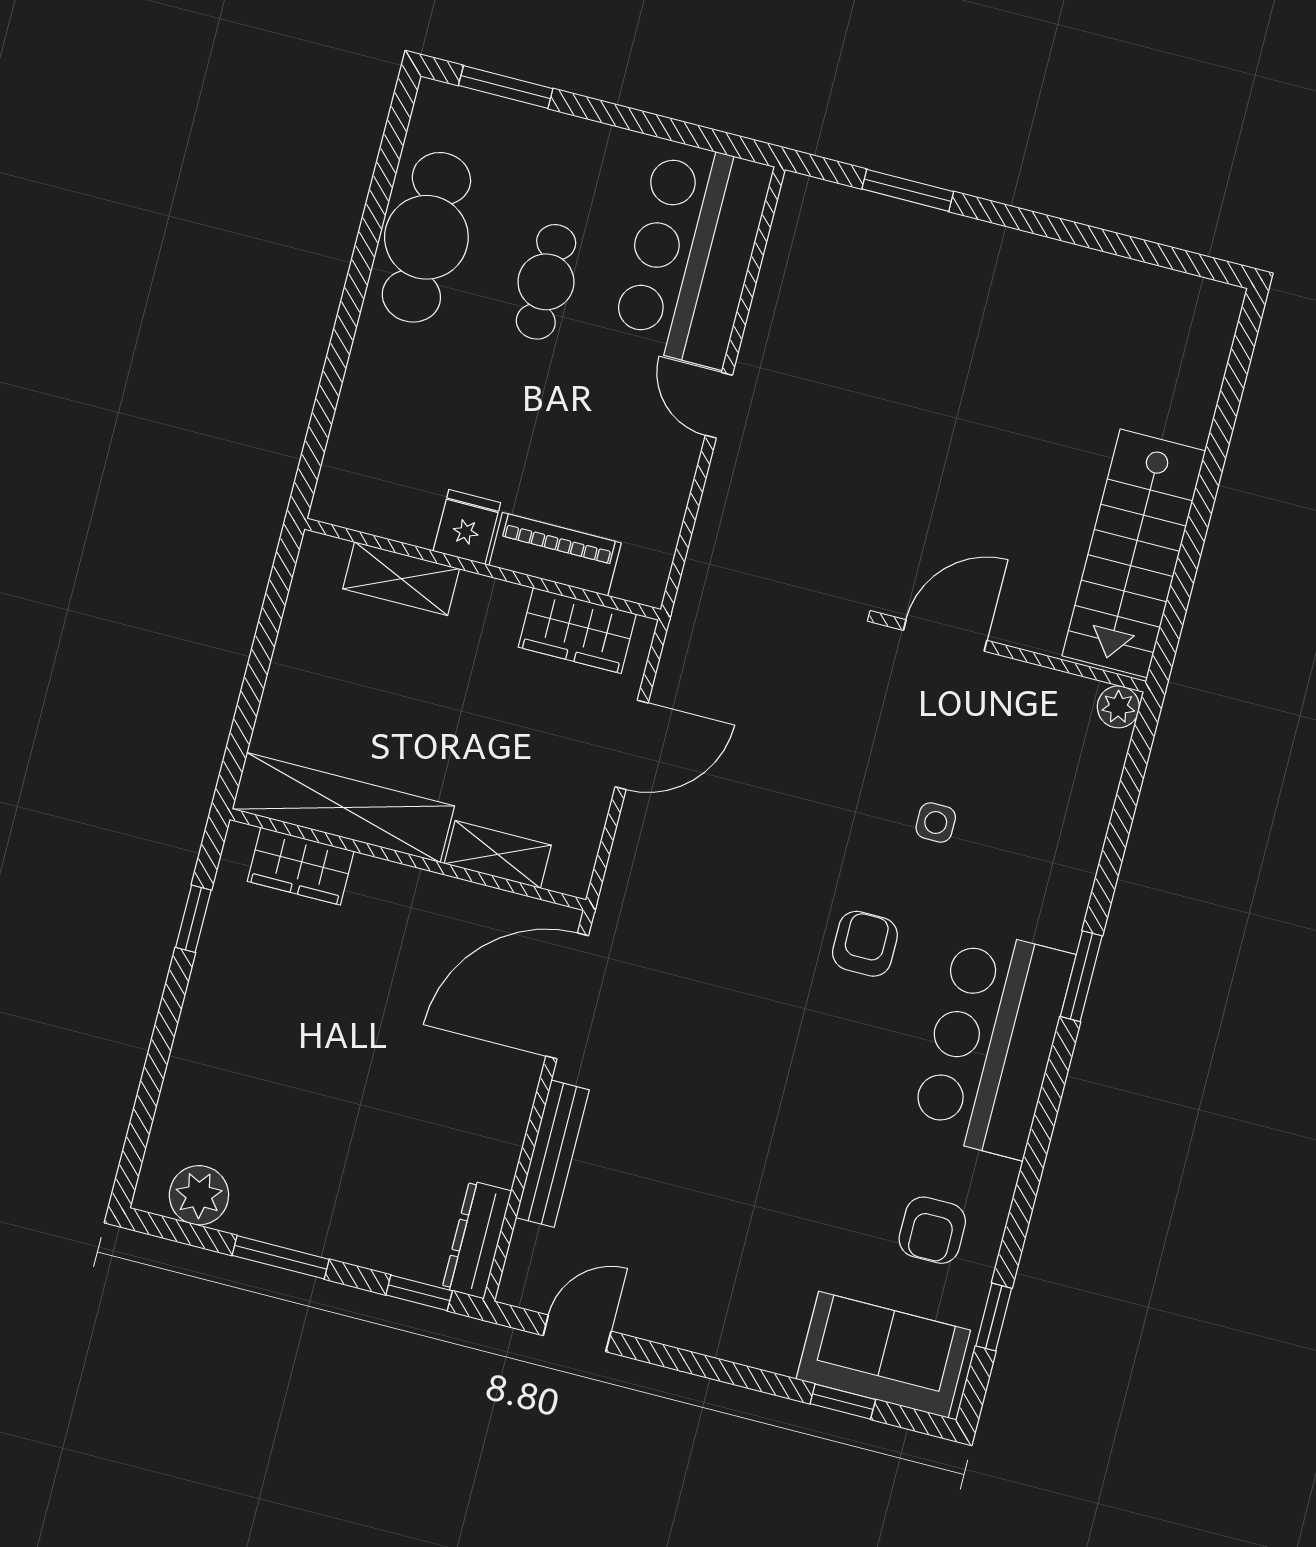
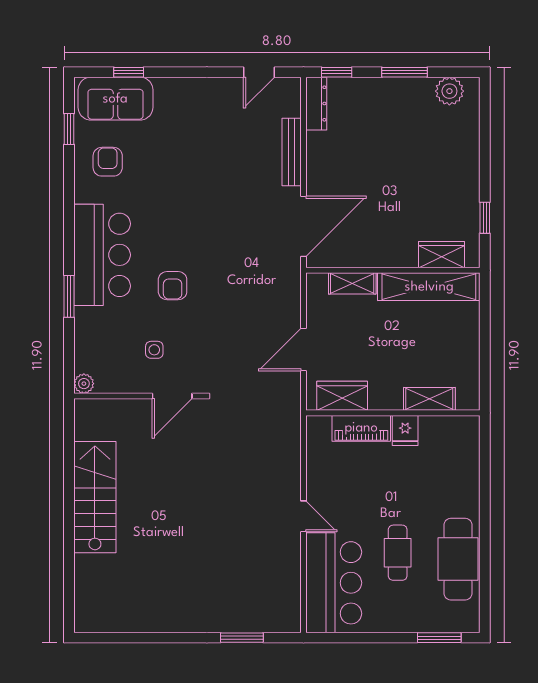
door: (945, 635) -> (172, 396), moved
wall: (1012, 653) -> (139, 396), moved
plant: (1118, 707) -> (84, 384), moved

